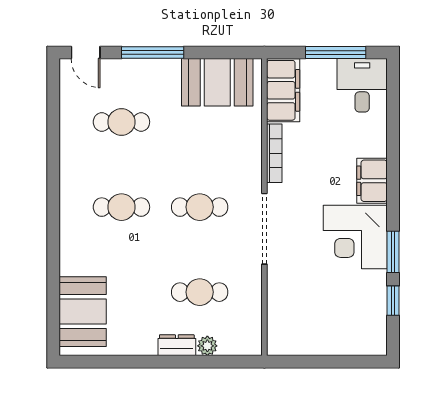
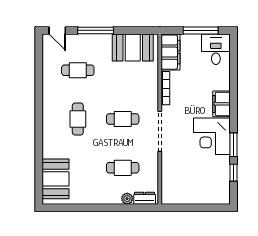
cafe table: (121, 207) -> (78, 119), turned 90
dresser: (177, 345) -> (145, 198), moved

